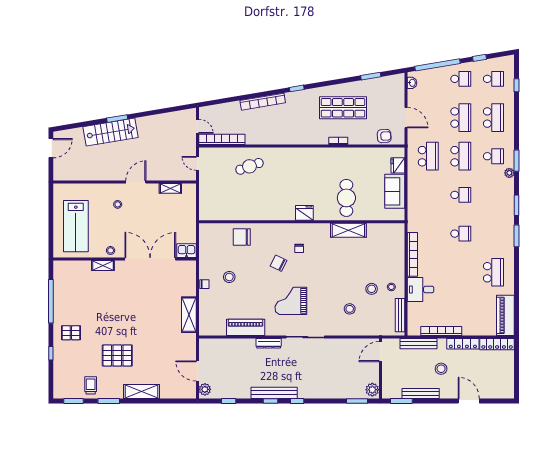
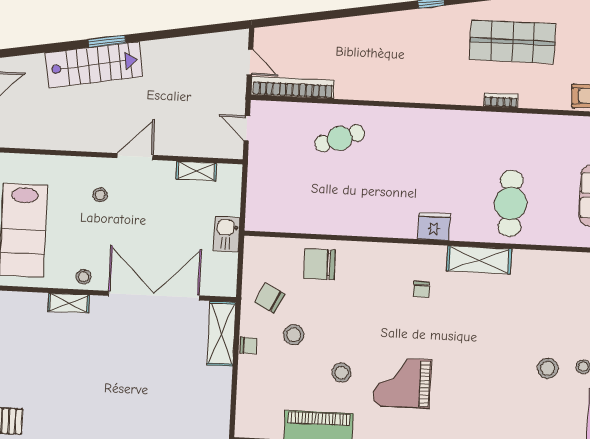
bookcase: (263, 102) -> (369, 24), removed
shelving: (348, 230) -> (479, 260), moved
kitchen sink: (187, 251) -> (227, 234), moved, turned -90
chair: (279, 263) -> (270, 298), moved
stool: (350, 309) -> (342, 373), moved
shelving: (189, 315) -> (221, 334), moved

